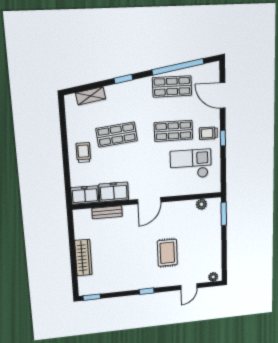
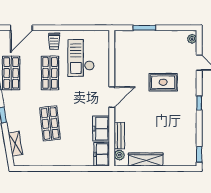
window: (223, 138) -> (59, 28), removed
trolley: (83, 153) -> (64, 153), removed
door: (149, 201) -> (112, 97), hinge flipped
plant: (201, 204) -> (119, 155), moved
window: (224, 214) -> (144, 28), moved
wardrobe: (83, 258) -> (146, 159), moved

